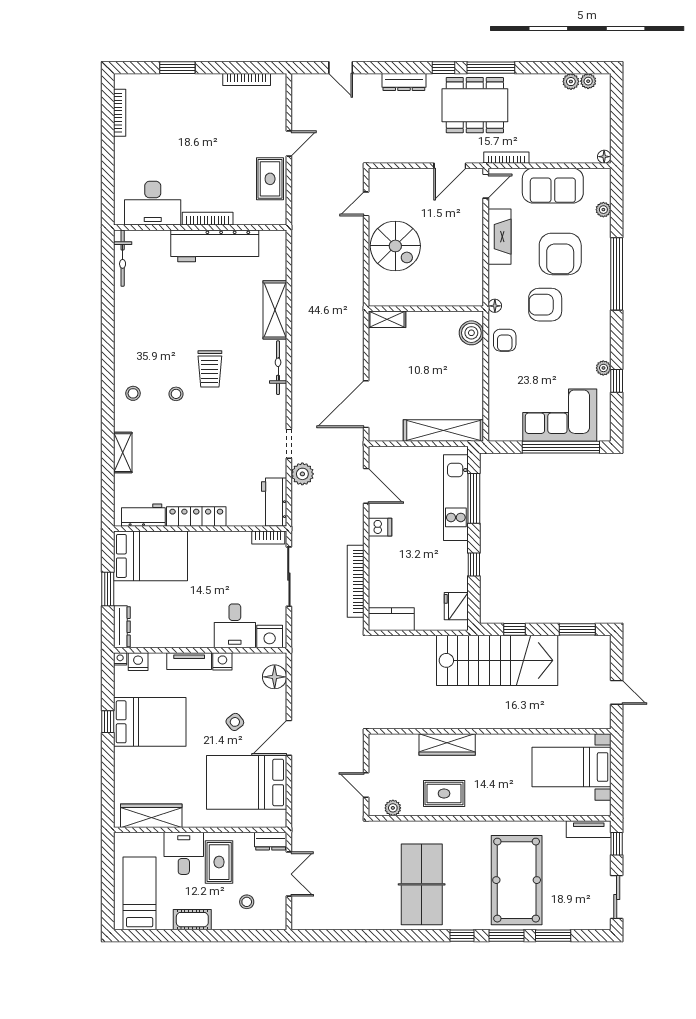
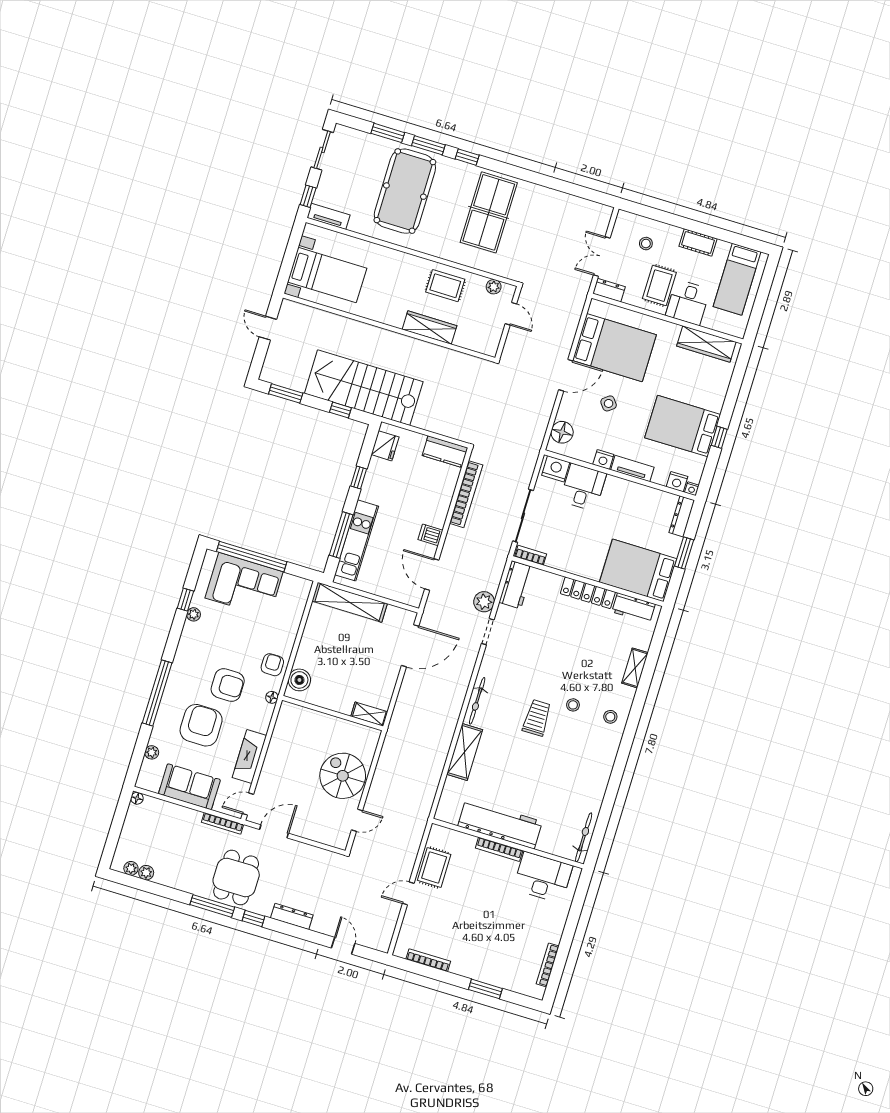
dining table: (475, 105) -> (236, 877), width x0.73

